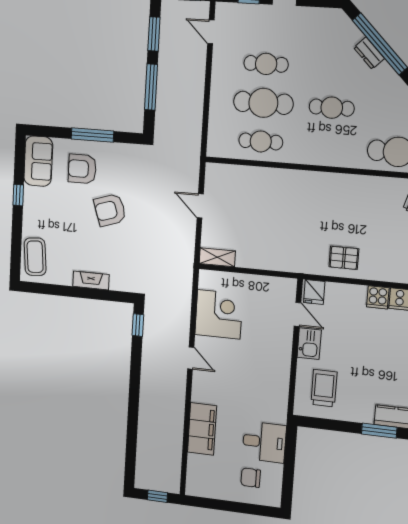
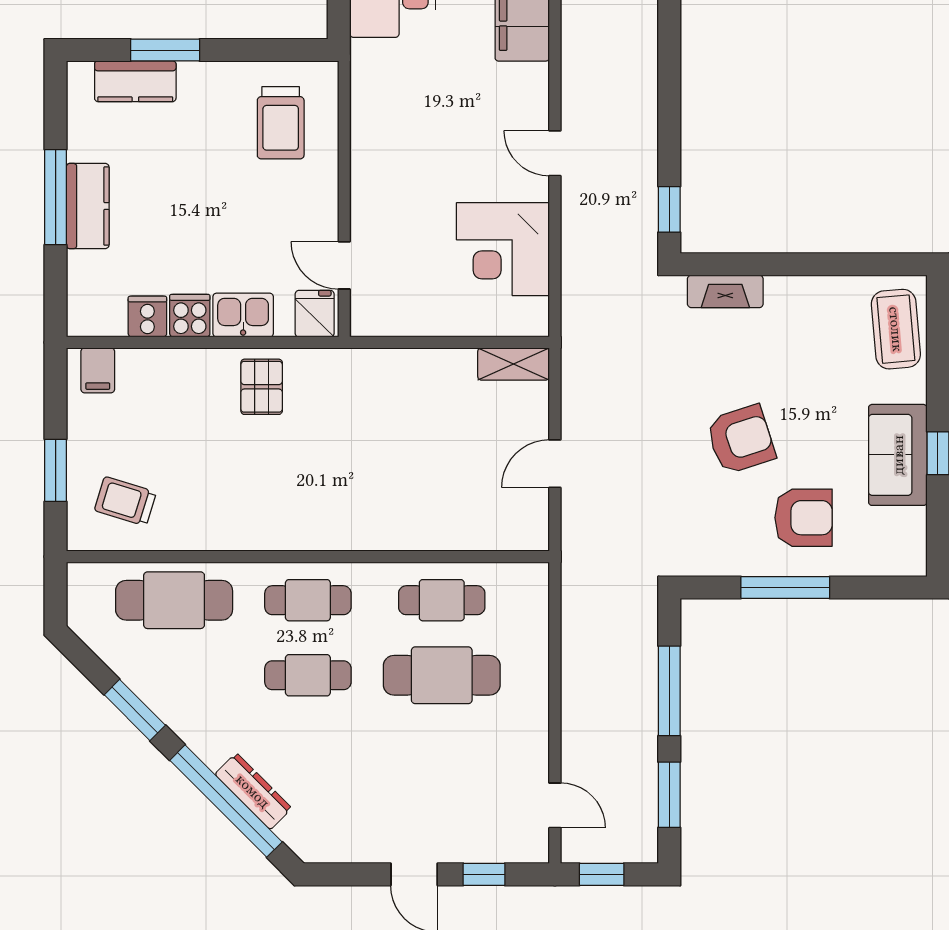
dresser: (369, 53) -> (253, 791), width x1.44
cafe table: (266, 64) -> (308, 600), moved
sofa: (38, 161) -> (898, 455), moved
door: (200, 206) -> (555, 464), swing flipped
pallet: (344, 258) -> (262, 387), turned 90
fireplace: (91, 280) -> (725, 291), moved
kitchen sink: (309, 344) -> (243, 315), moved, turned 90

